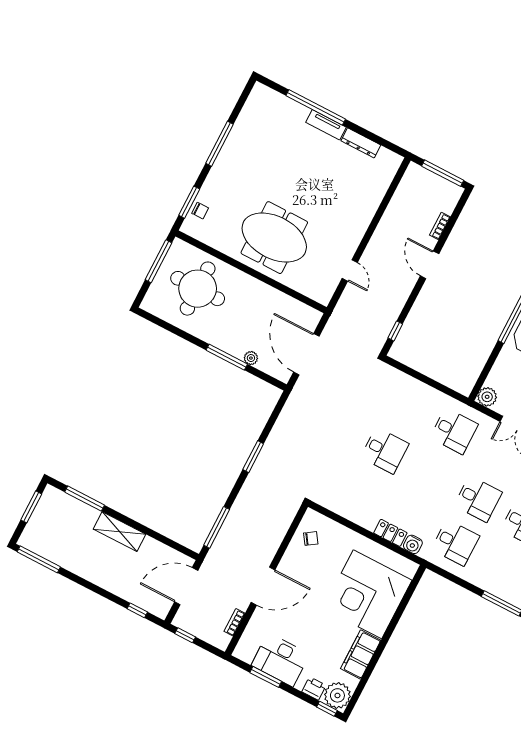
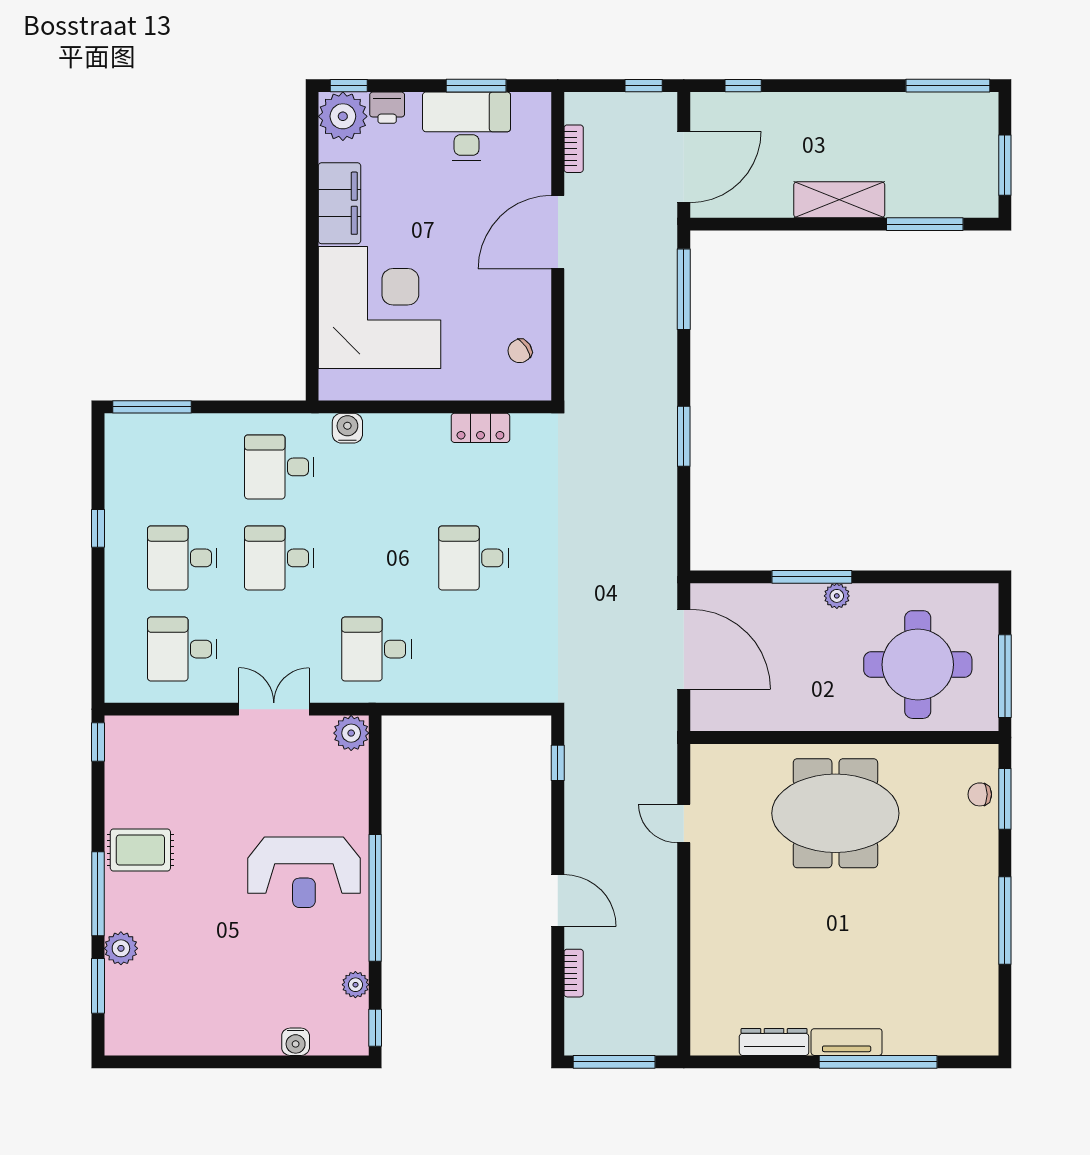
plant: (251, 358) -> (837, 596), moved
locker: (390, 533) -> (480, 428), moved

